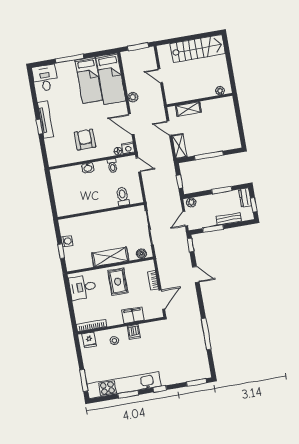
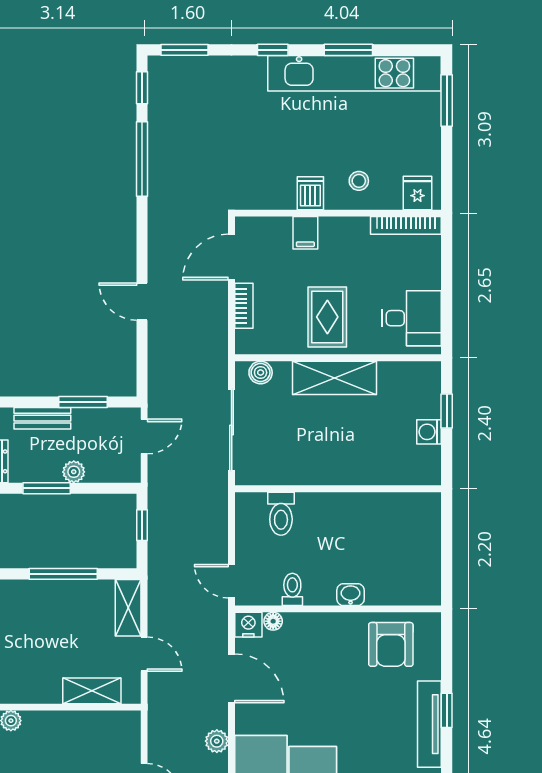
armchair: (85, 140) -> (391, 644), moved
plant: (191, 202) -> (74, 472), moved
window: (191, 245) -> (142, 88), moved
filing cabinet: (133, 315) -> (305, 233), width x0.50

